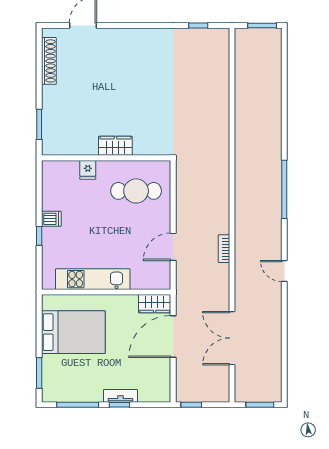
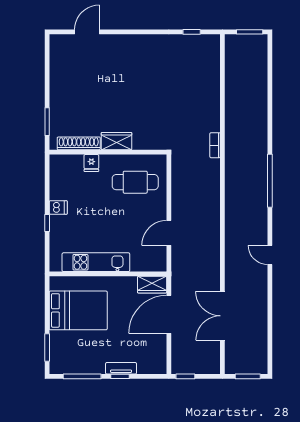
shoe rack: (49, 61) -> (79, 143), moved, turned -90
bookcase: (224, 249) -> (215, 145), moved

